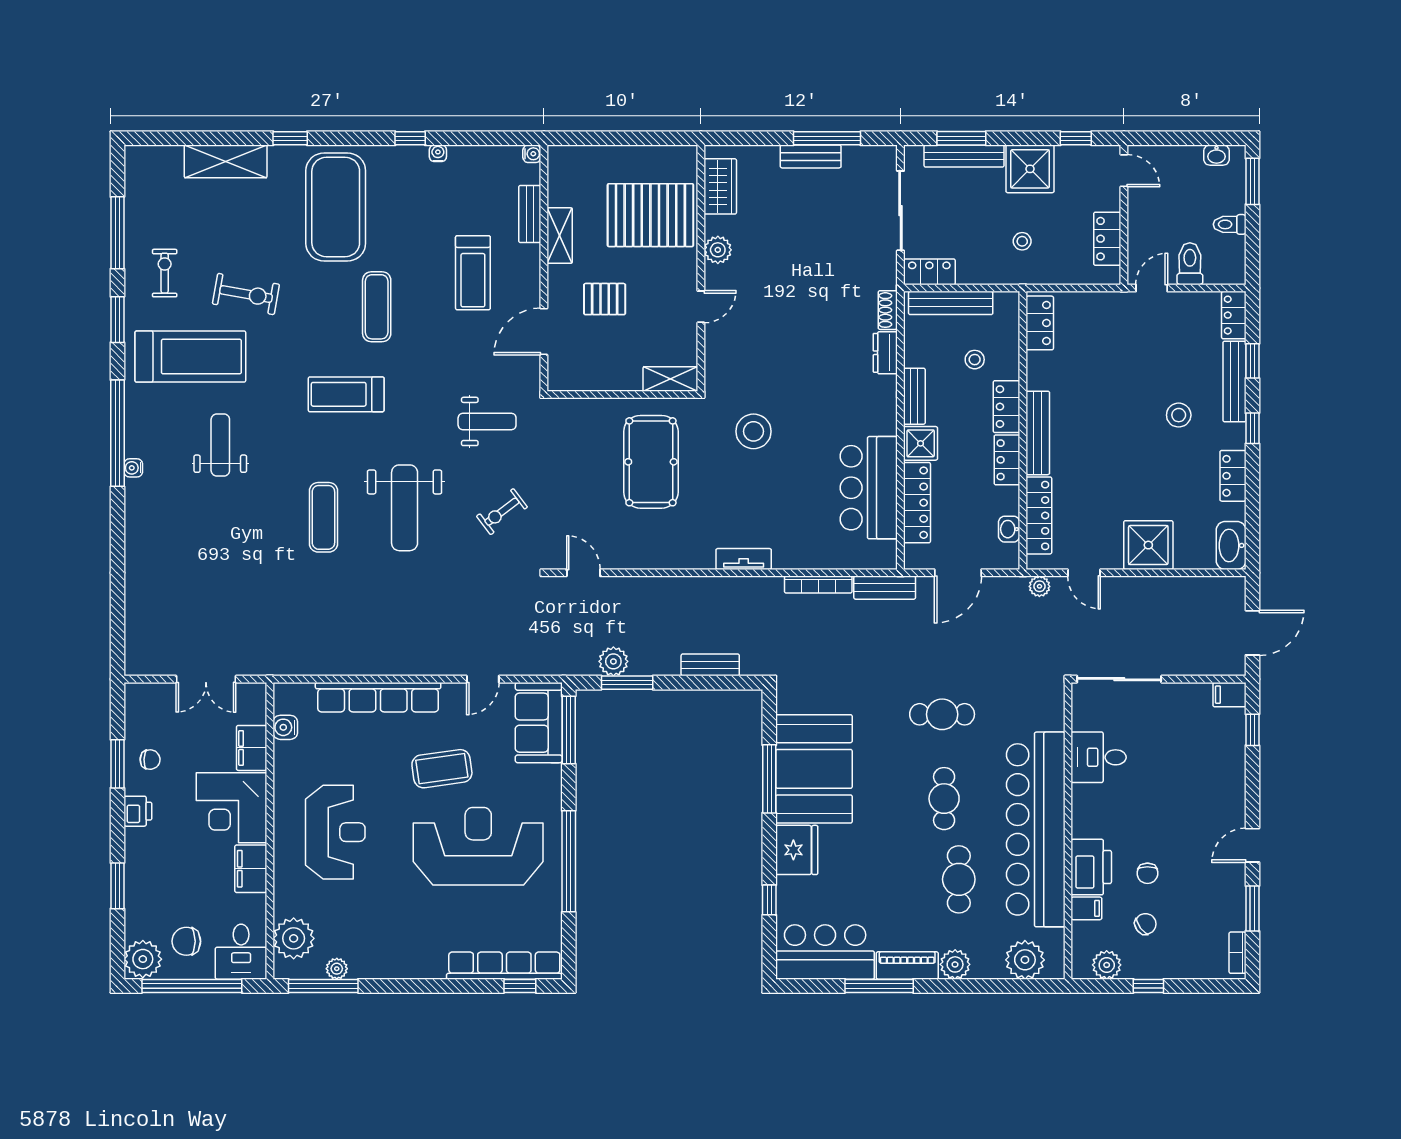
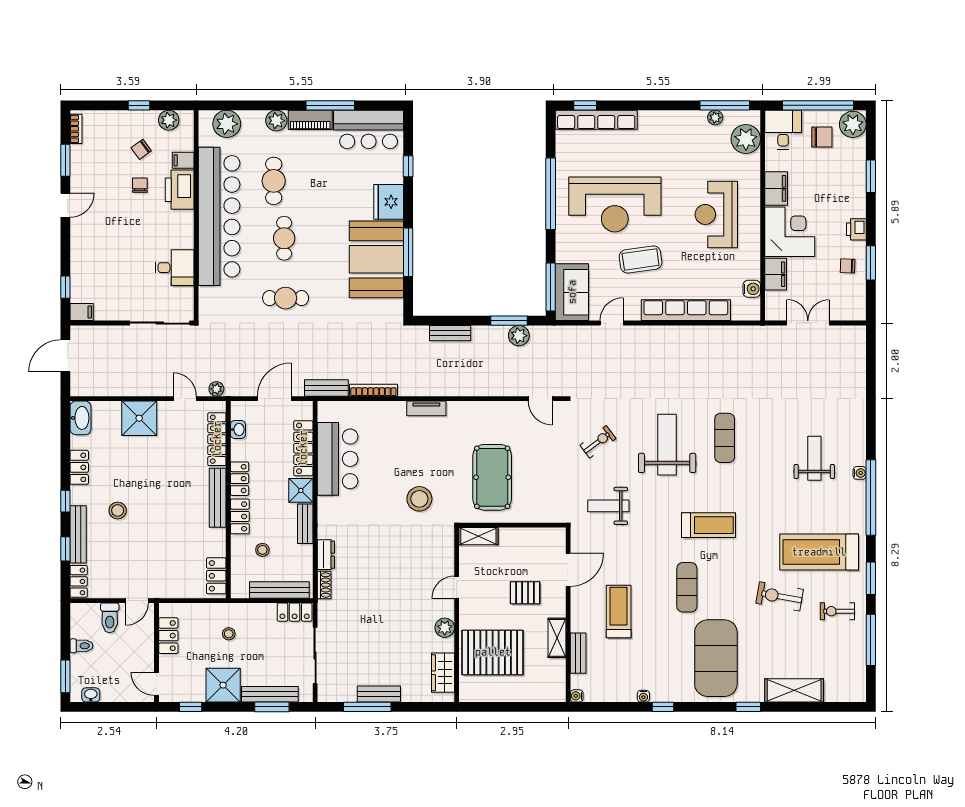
exercise bike: (165, 273) -> (837, 611), turned 90
weight bench: (220, 445) -> (814, 458), moved, turned 180

